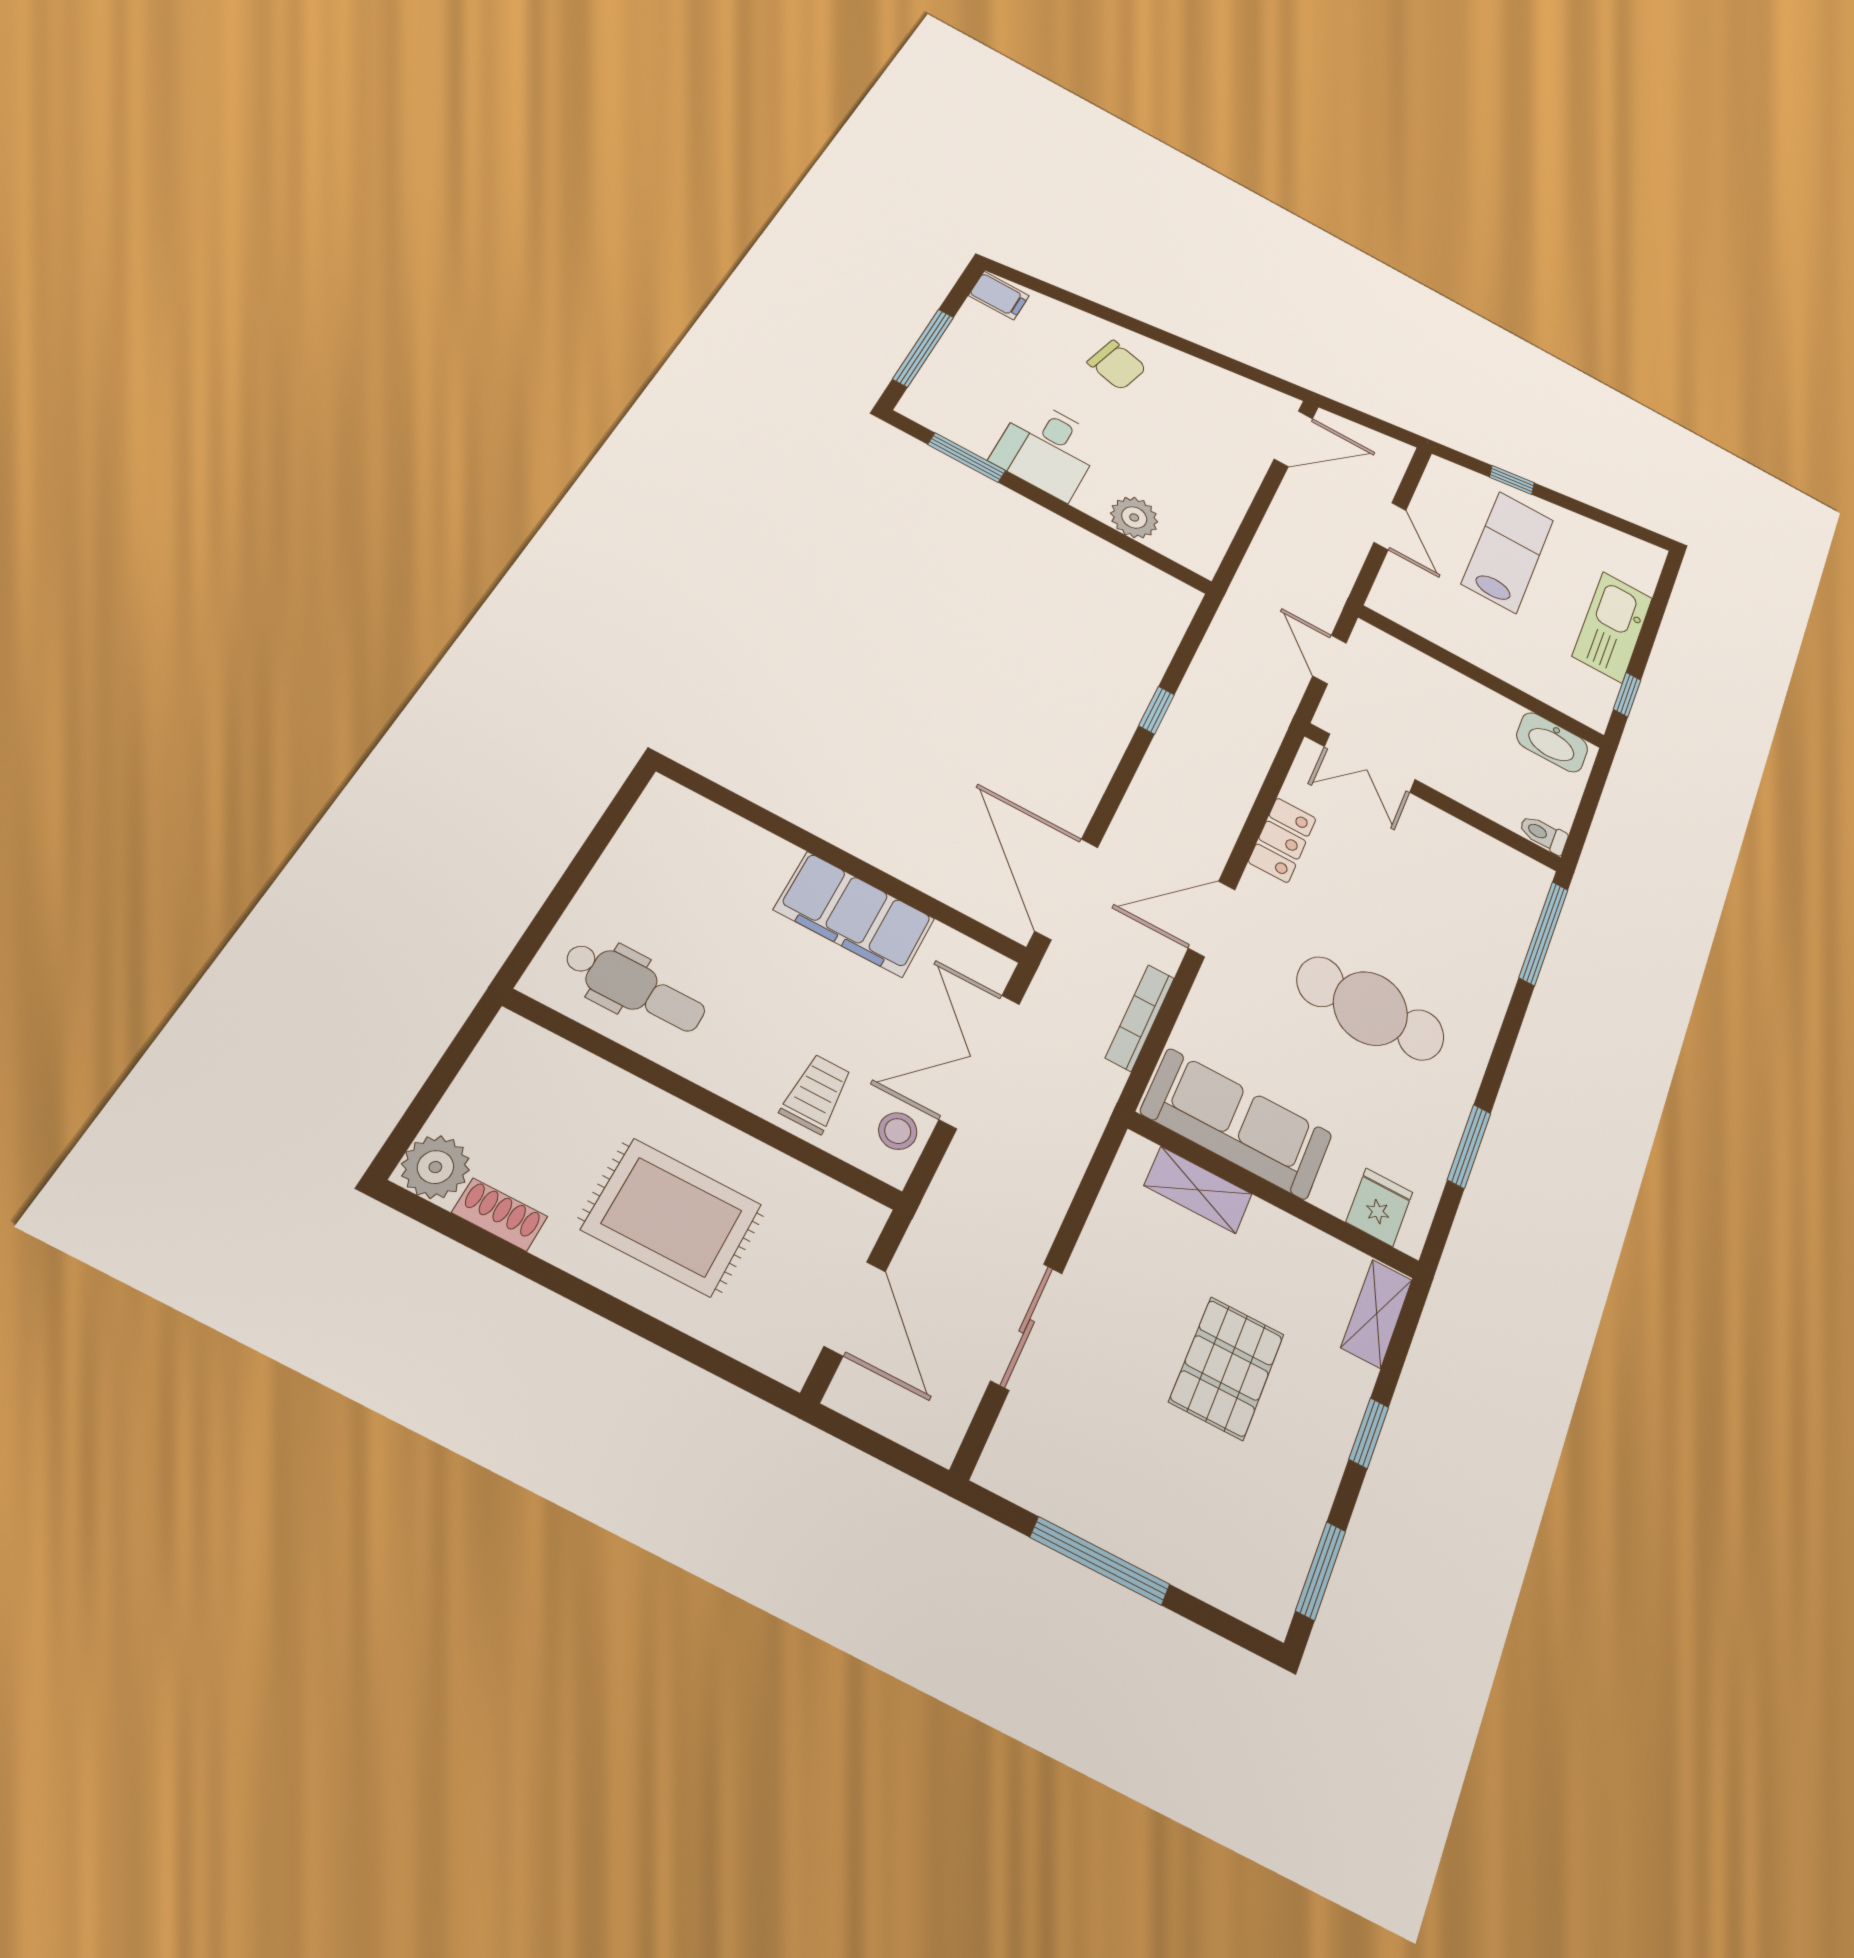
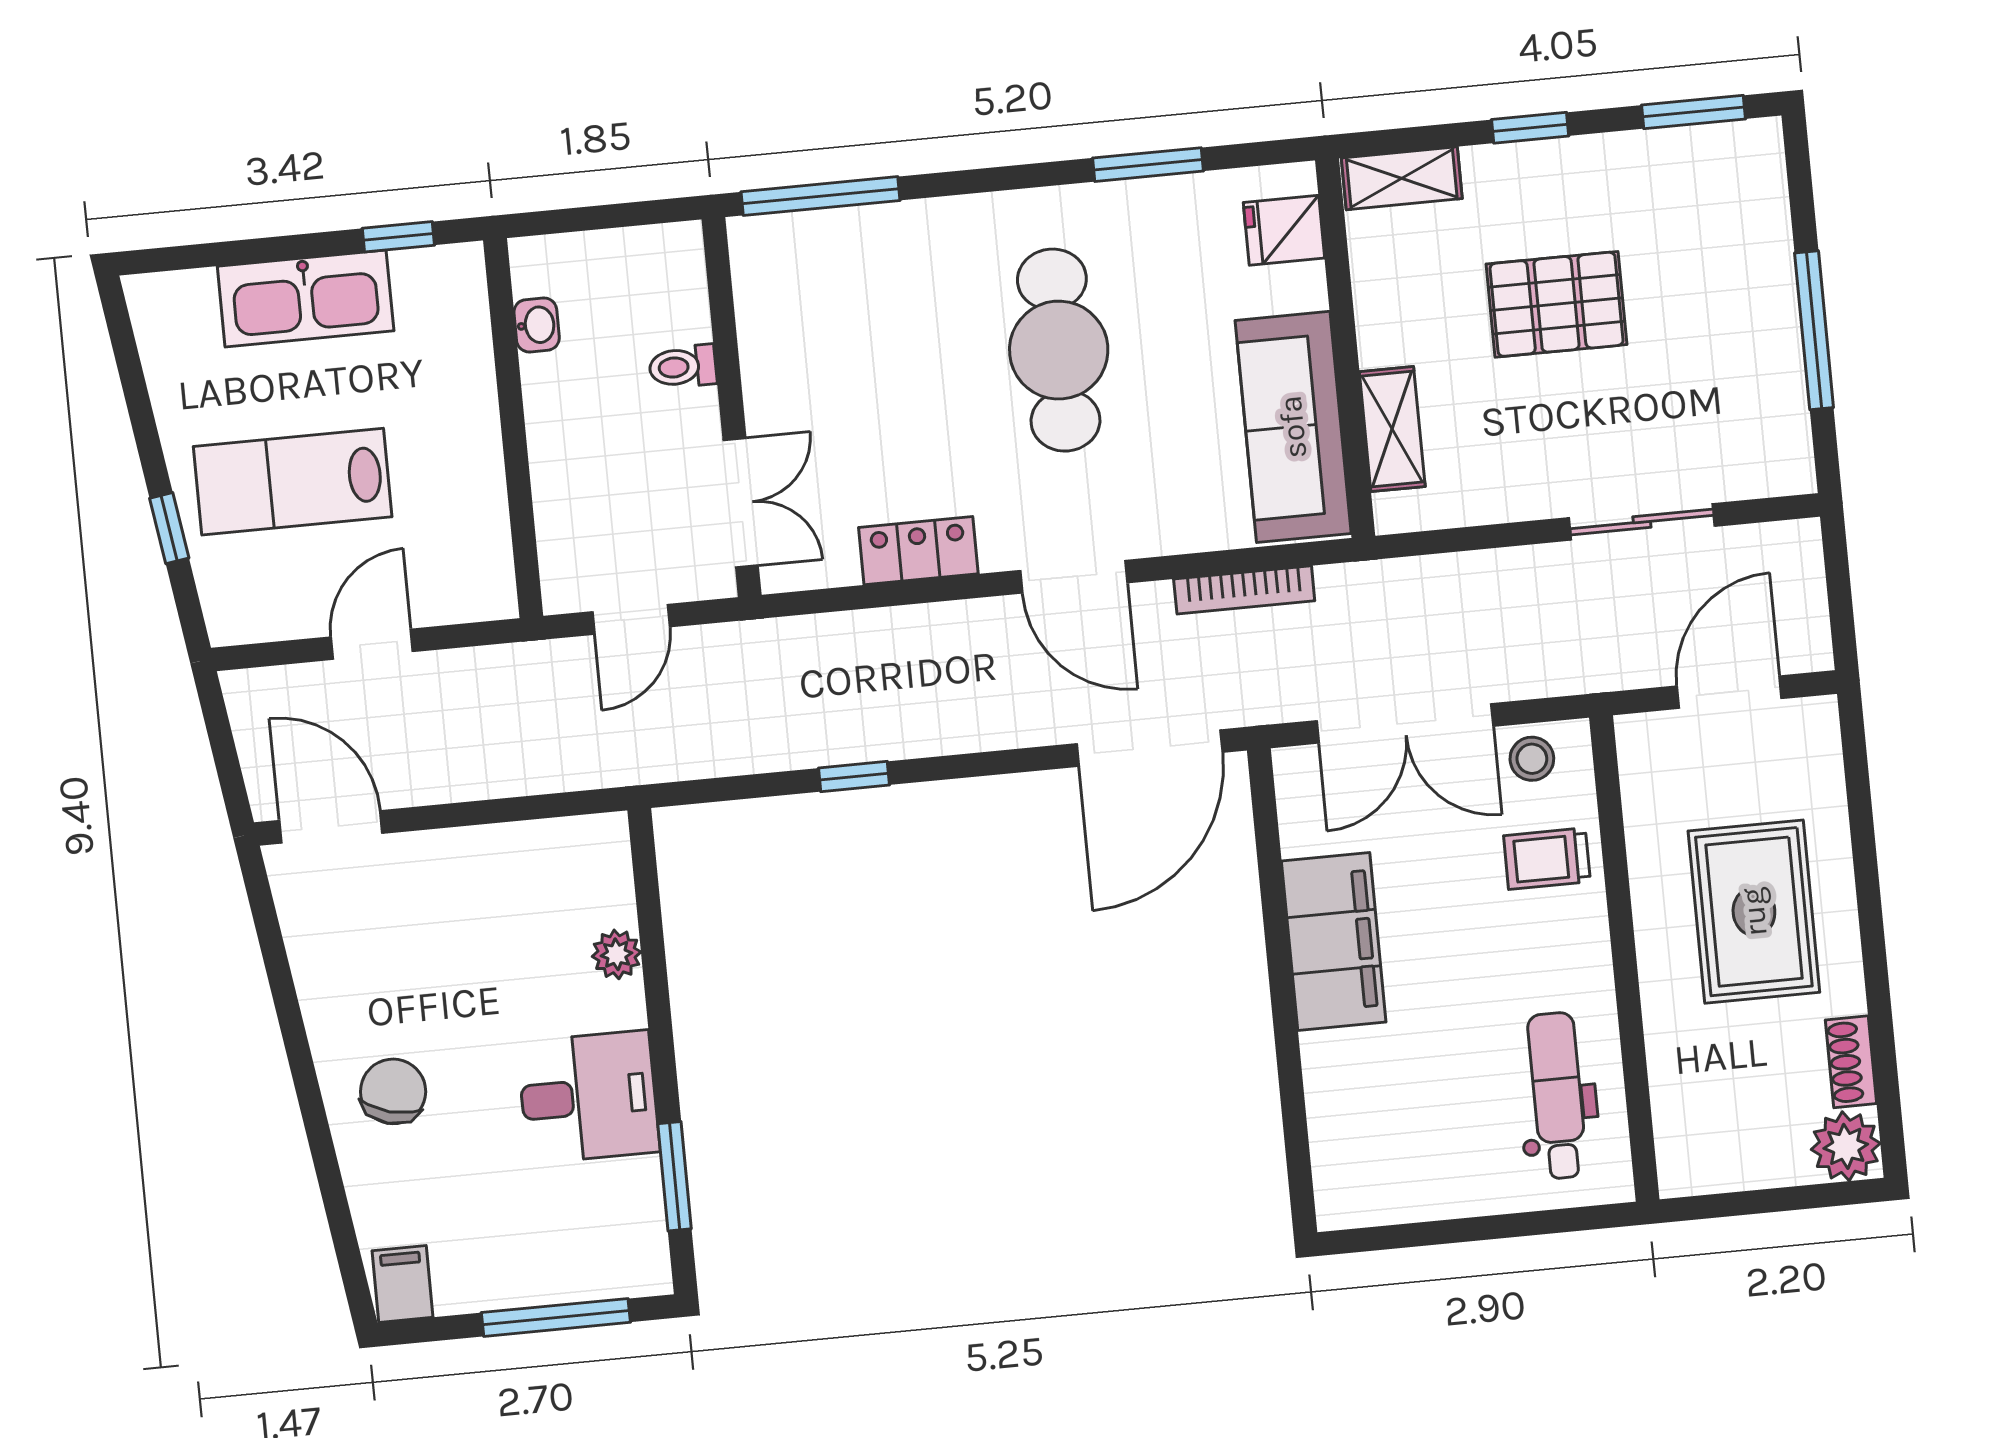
plant: (1134, 517) -> (617, 954), width x0.73, depth x0.73
washbasin: (1552, 742) -> (537, 325), width x0.52, depth x0.69
toilet: (1544, 834) -> (683, 367), moved, turned 90

